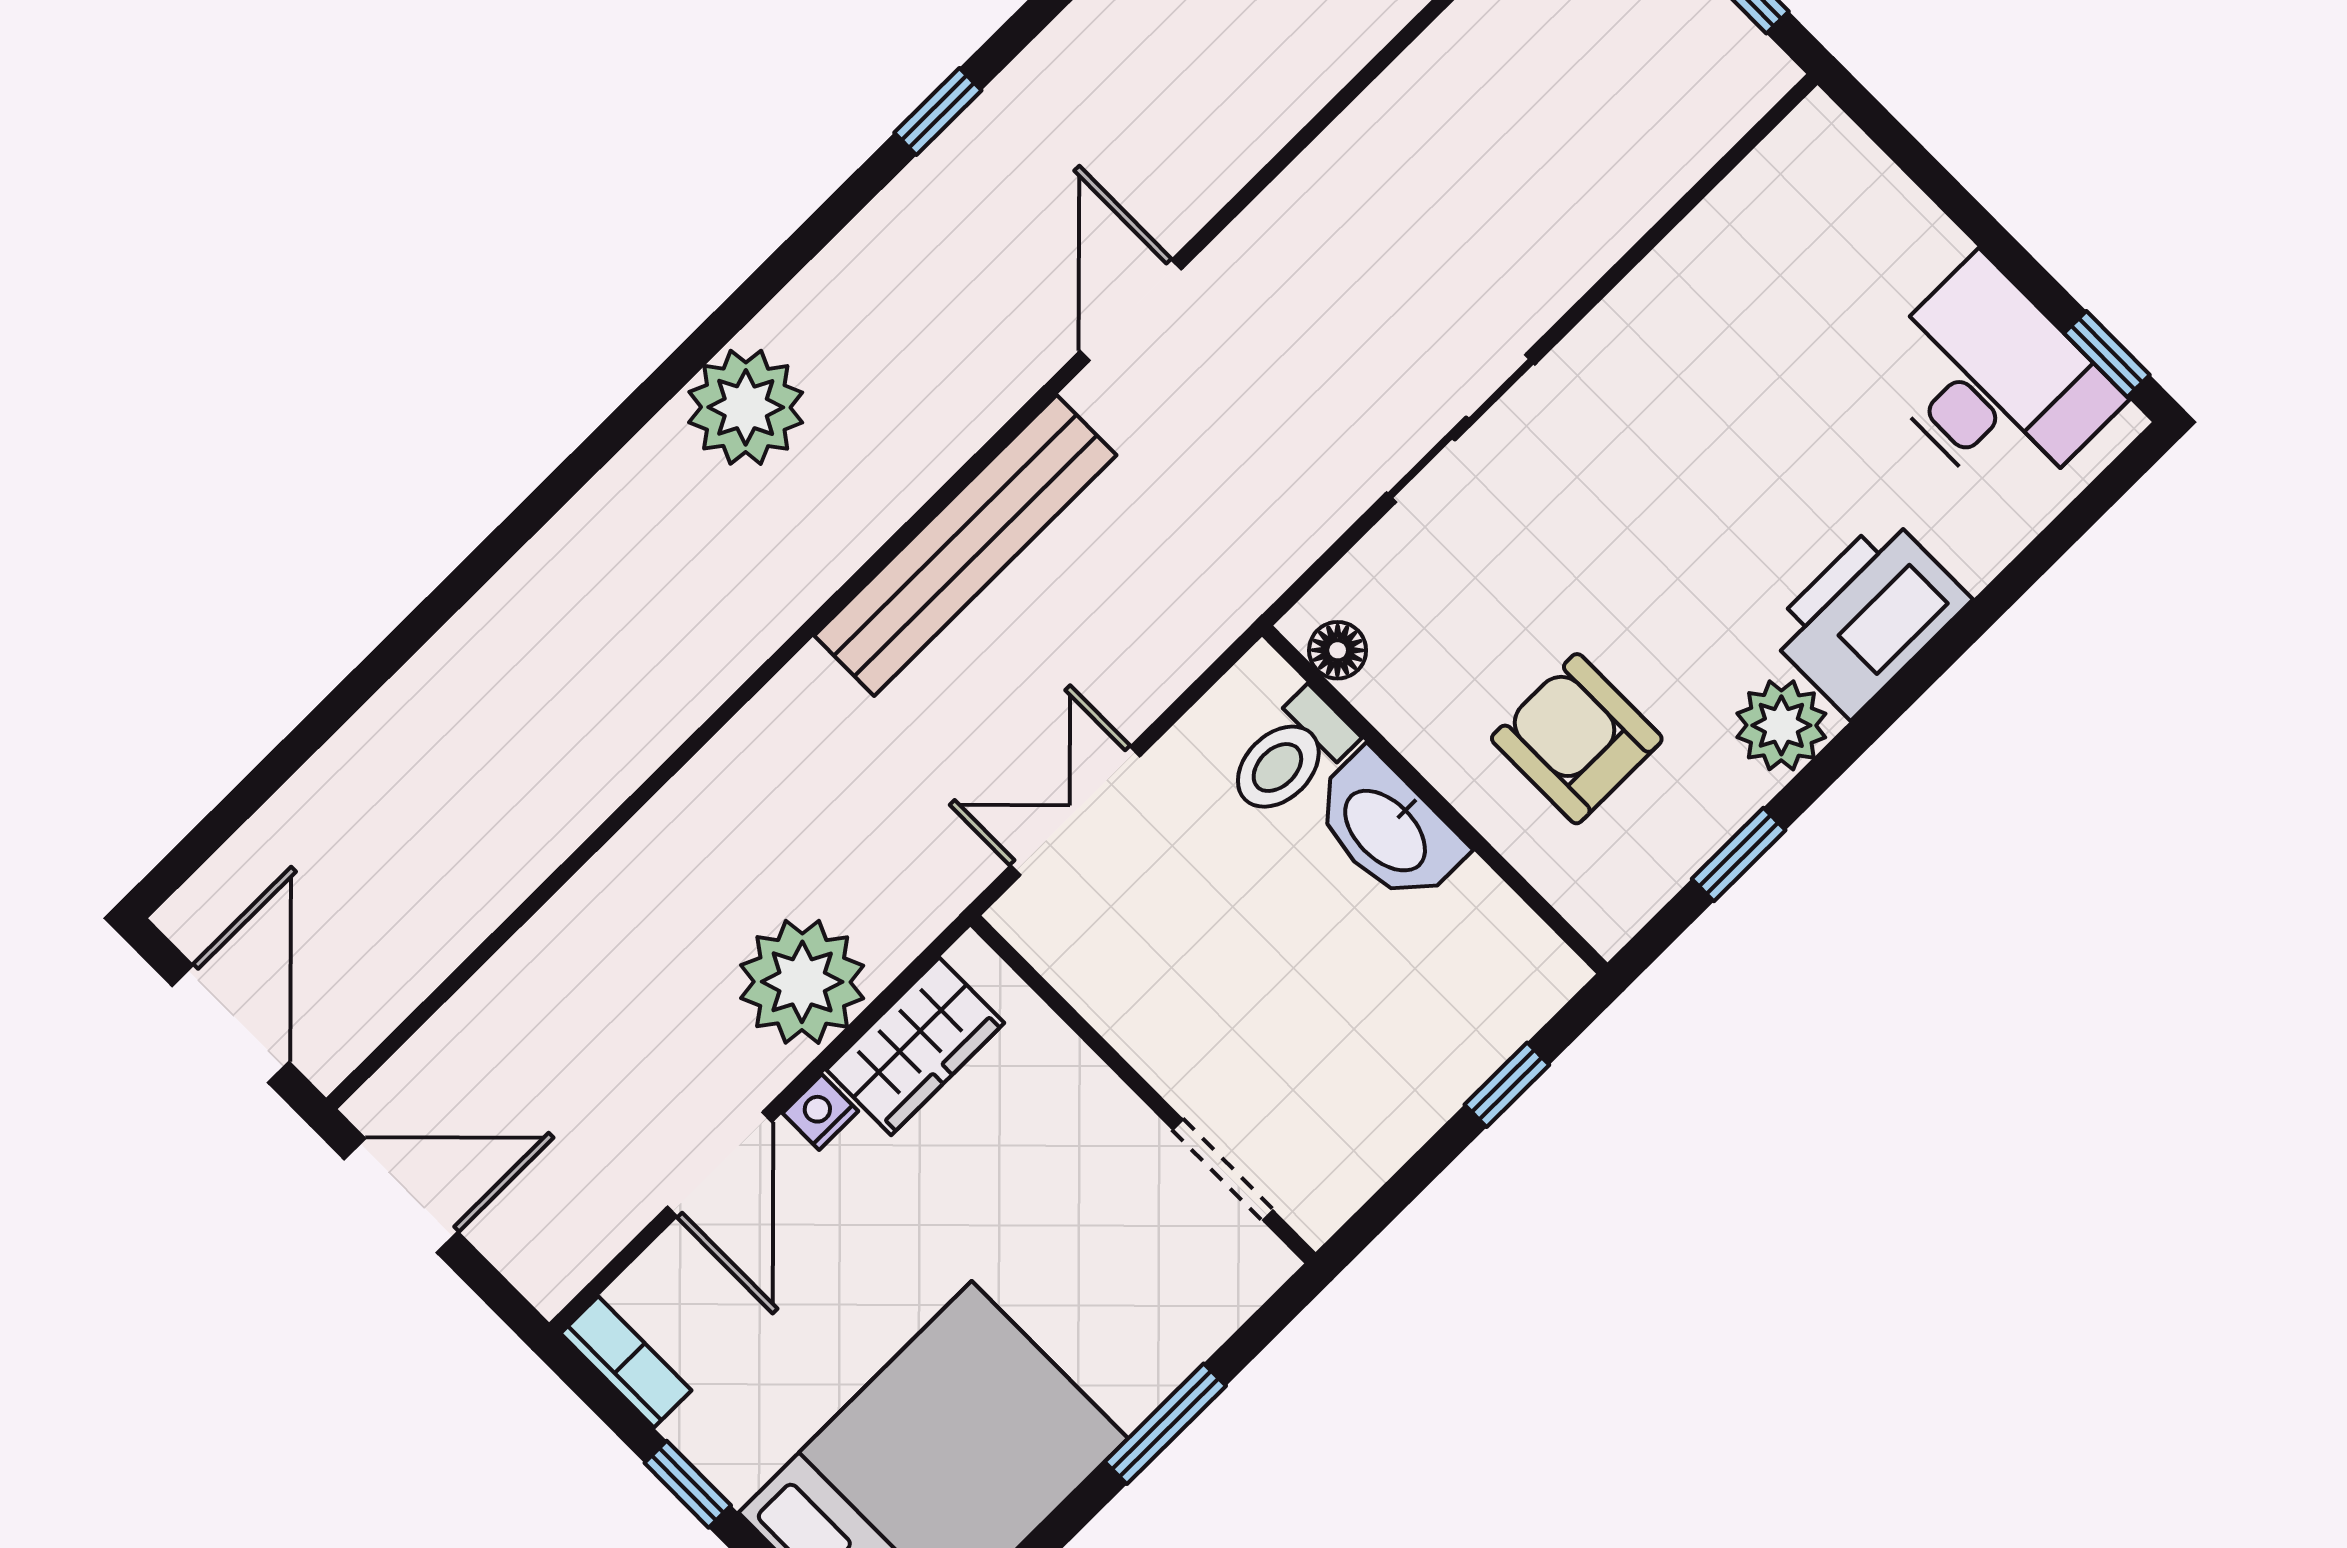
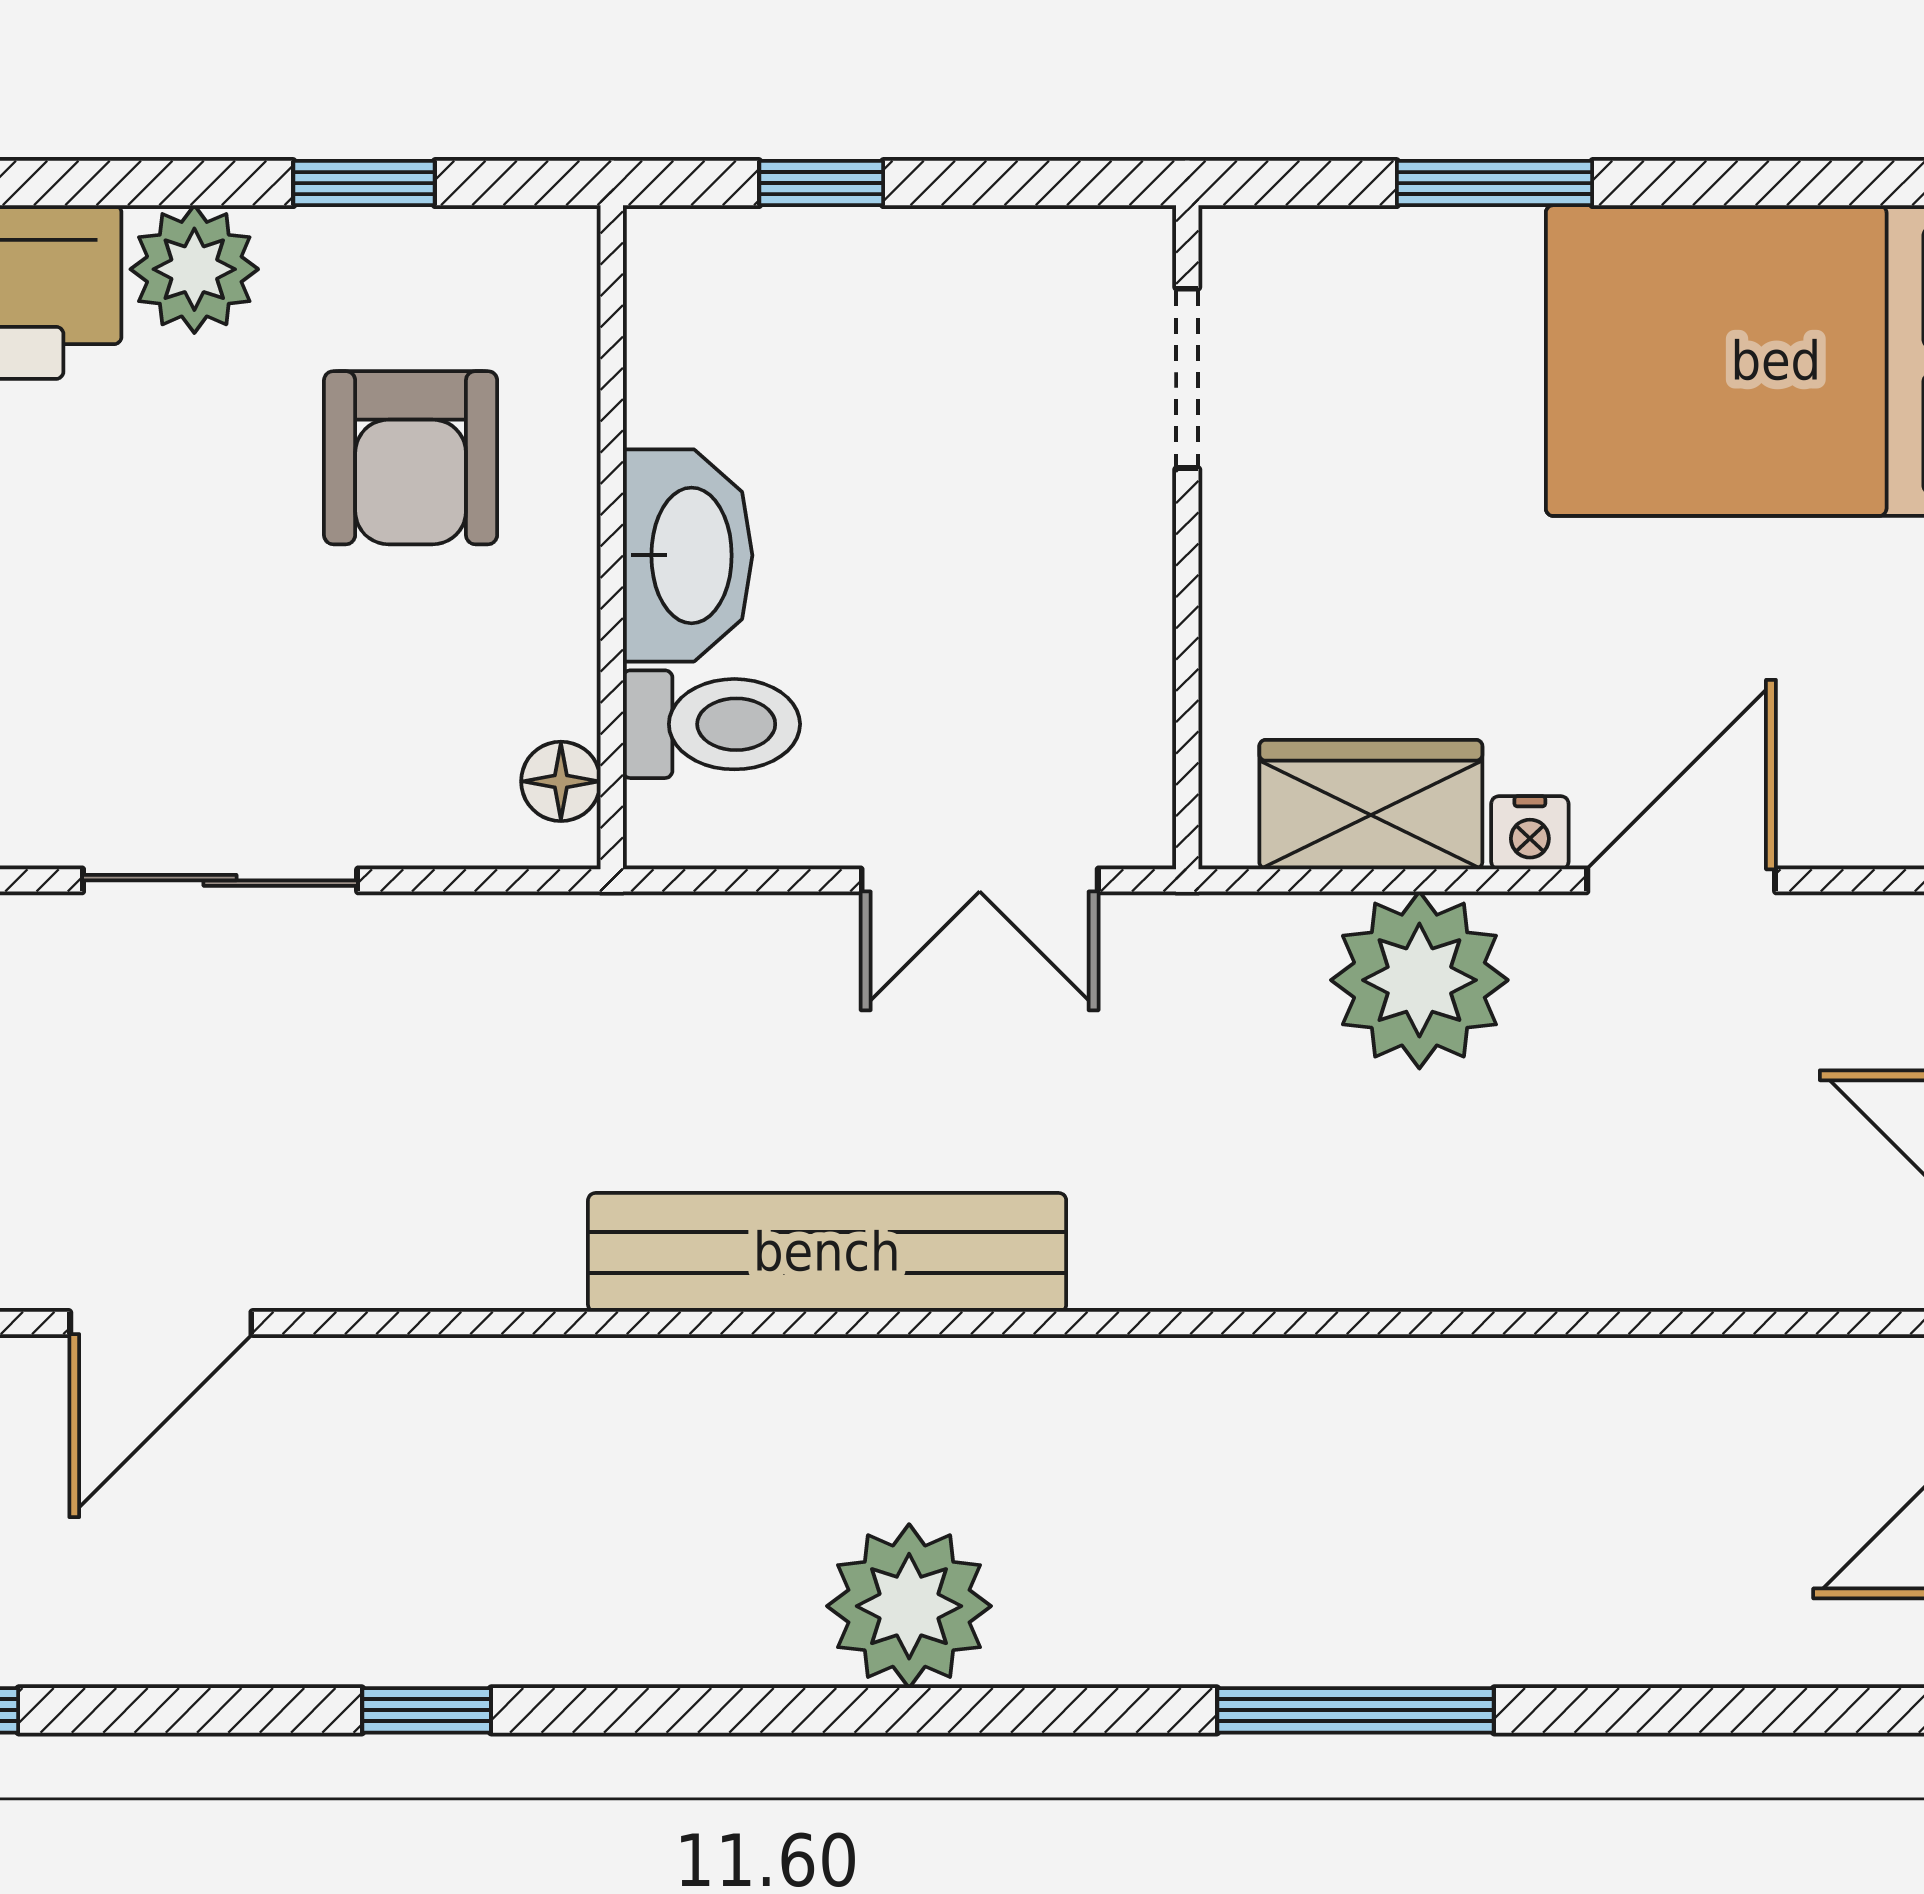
door: (1131, 310) -> (161, 1323), moved
window: (467, 579) -> (1356, 1710), added

